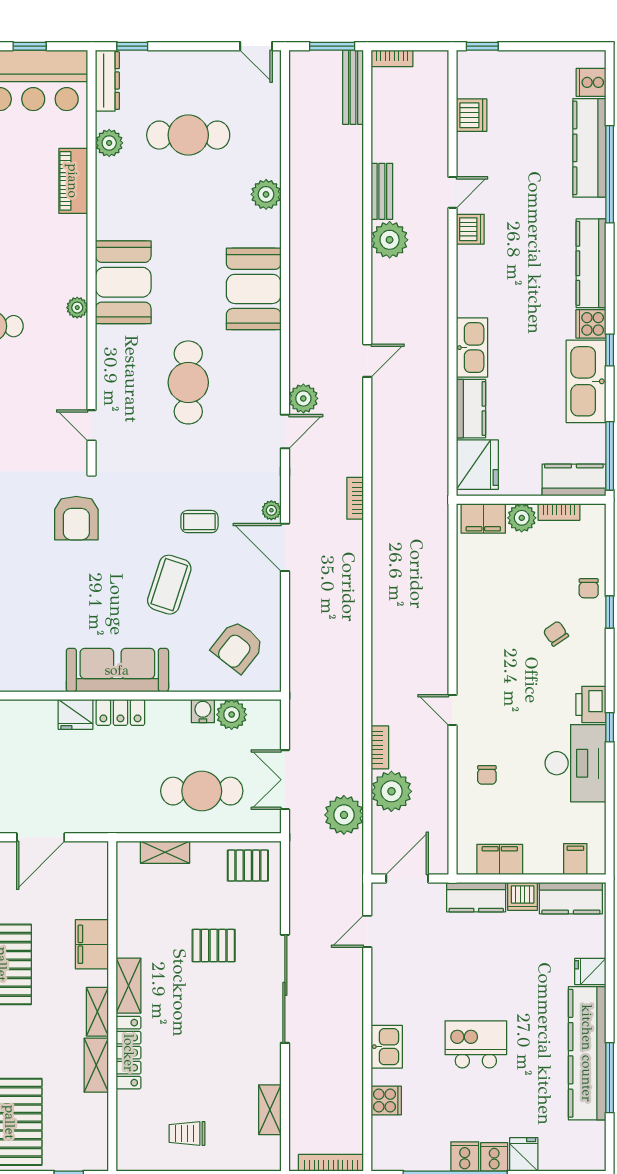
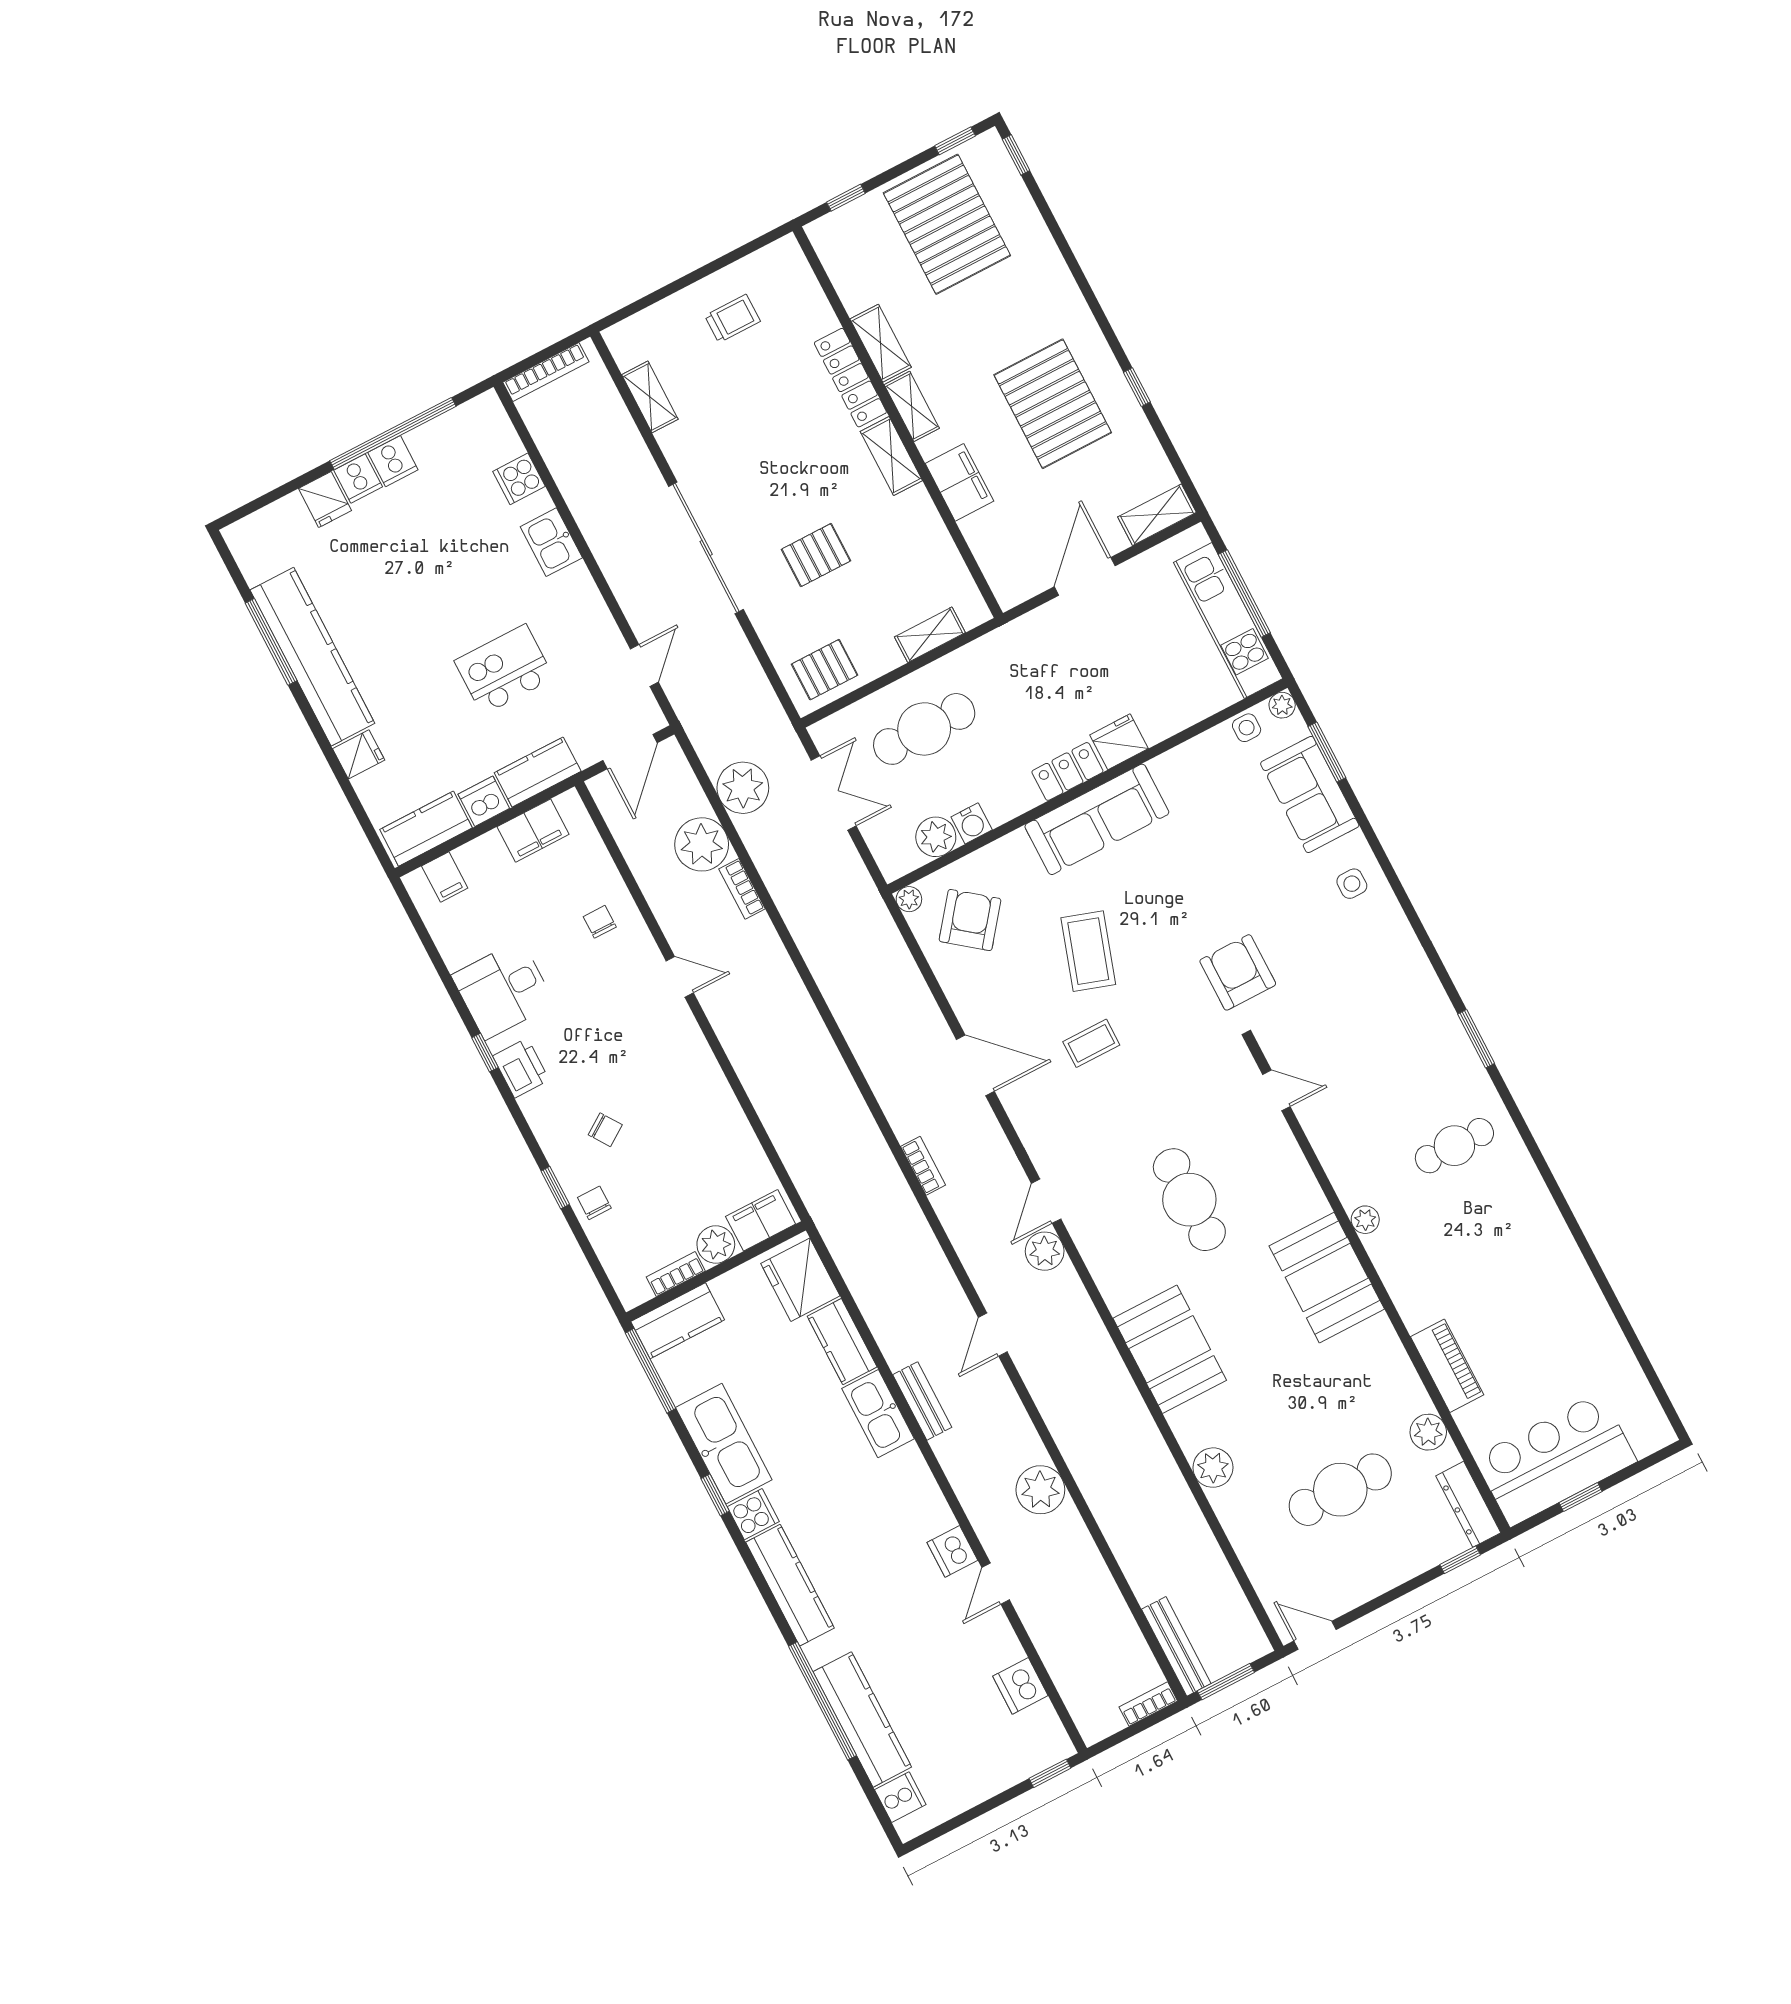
bench: (382, 191) -> (922, 1401), moved
plant: (271, 510) -> (909, 899), moved
desk: (575, 763) -> (503, 990), width x0.73
kitchen island: (476, 1044) -> (504, 669), moved, turned 180

